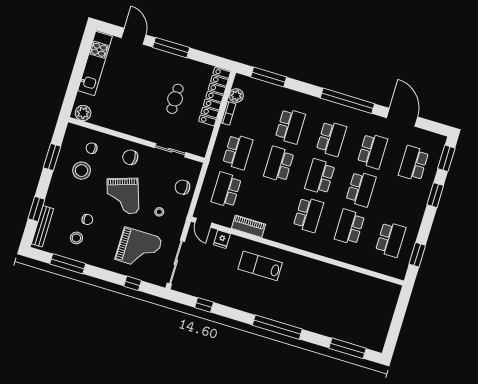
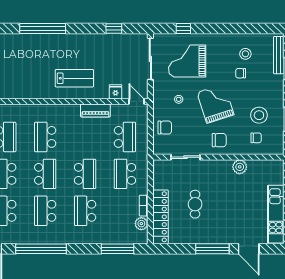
plant: (83, 113) -> (240, 167), moved
window: (68, 264) -> (246, 28), removed

